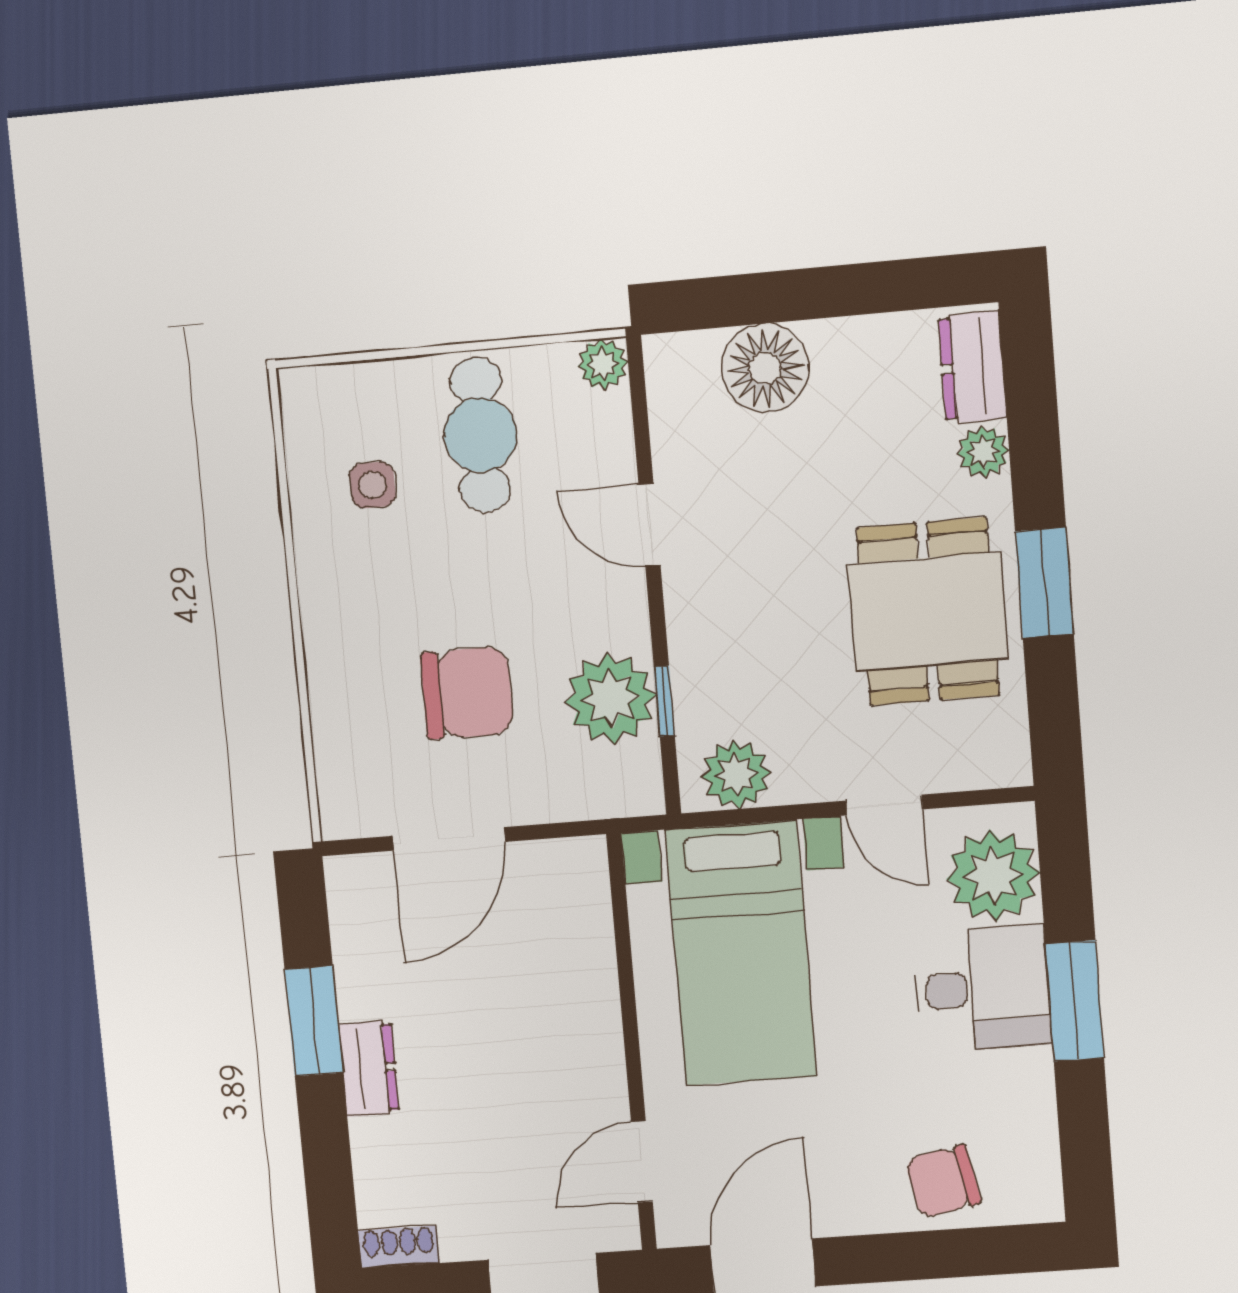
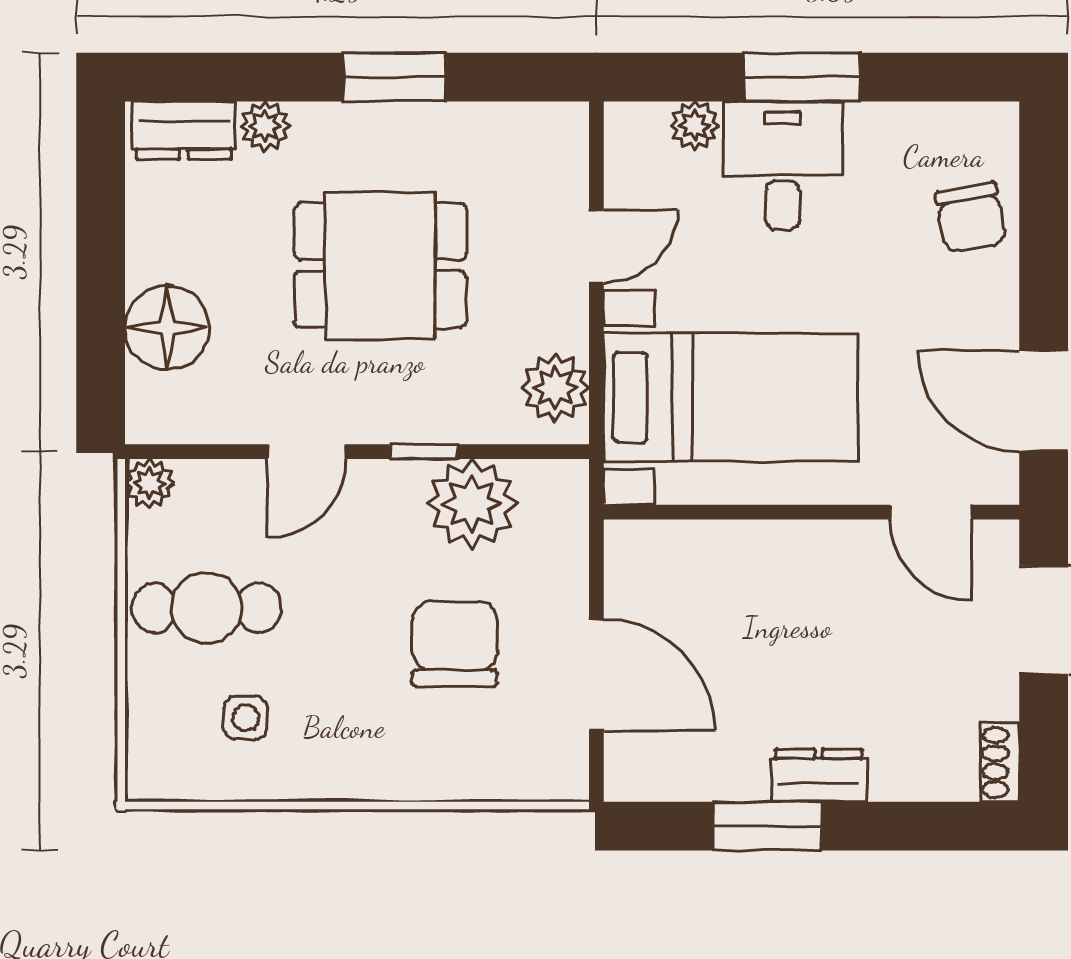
dining table: (928, 612) -> (380, 265), moved
window: (664, 701) -> (424, 452), moved
plant: (993, 875) -> (694, 126), width x0.53, depth x0.53

